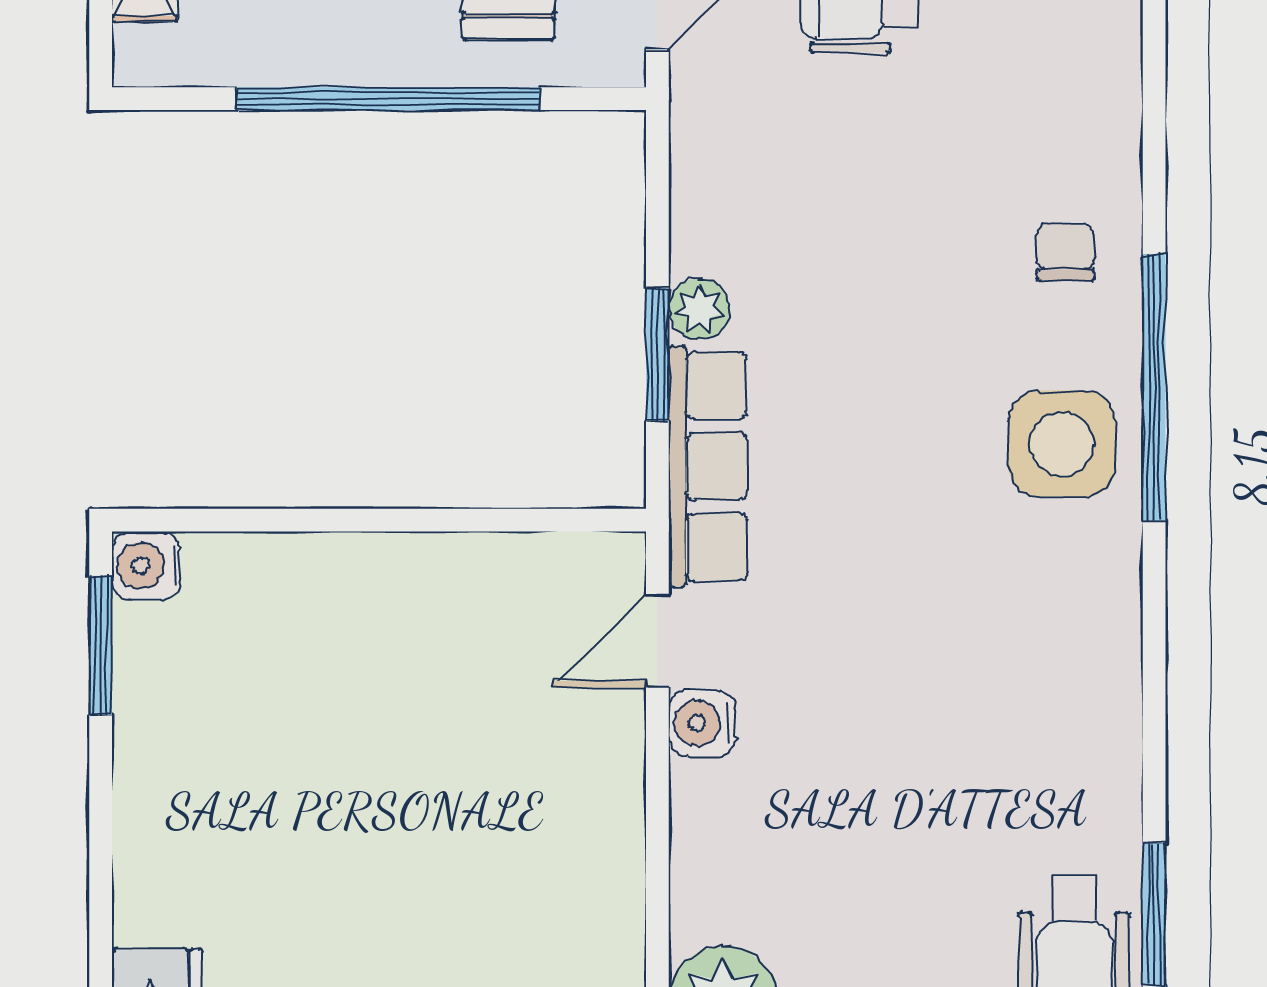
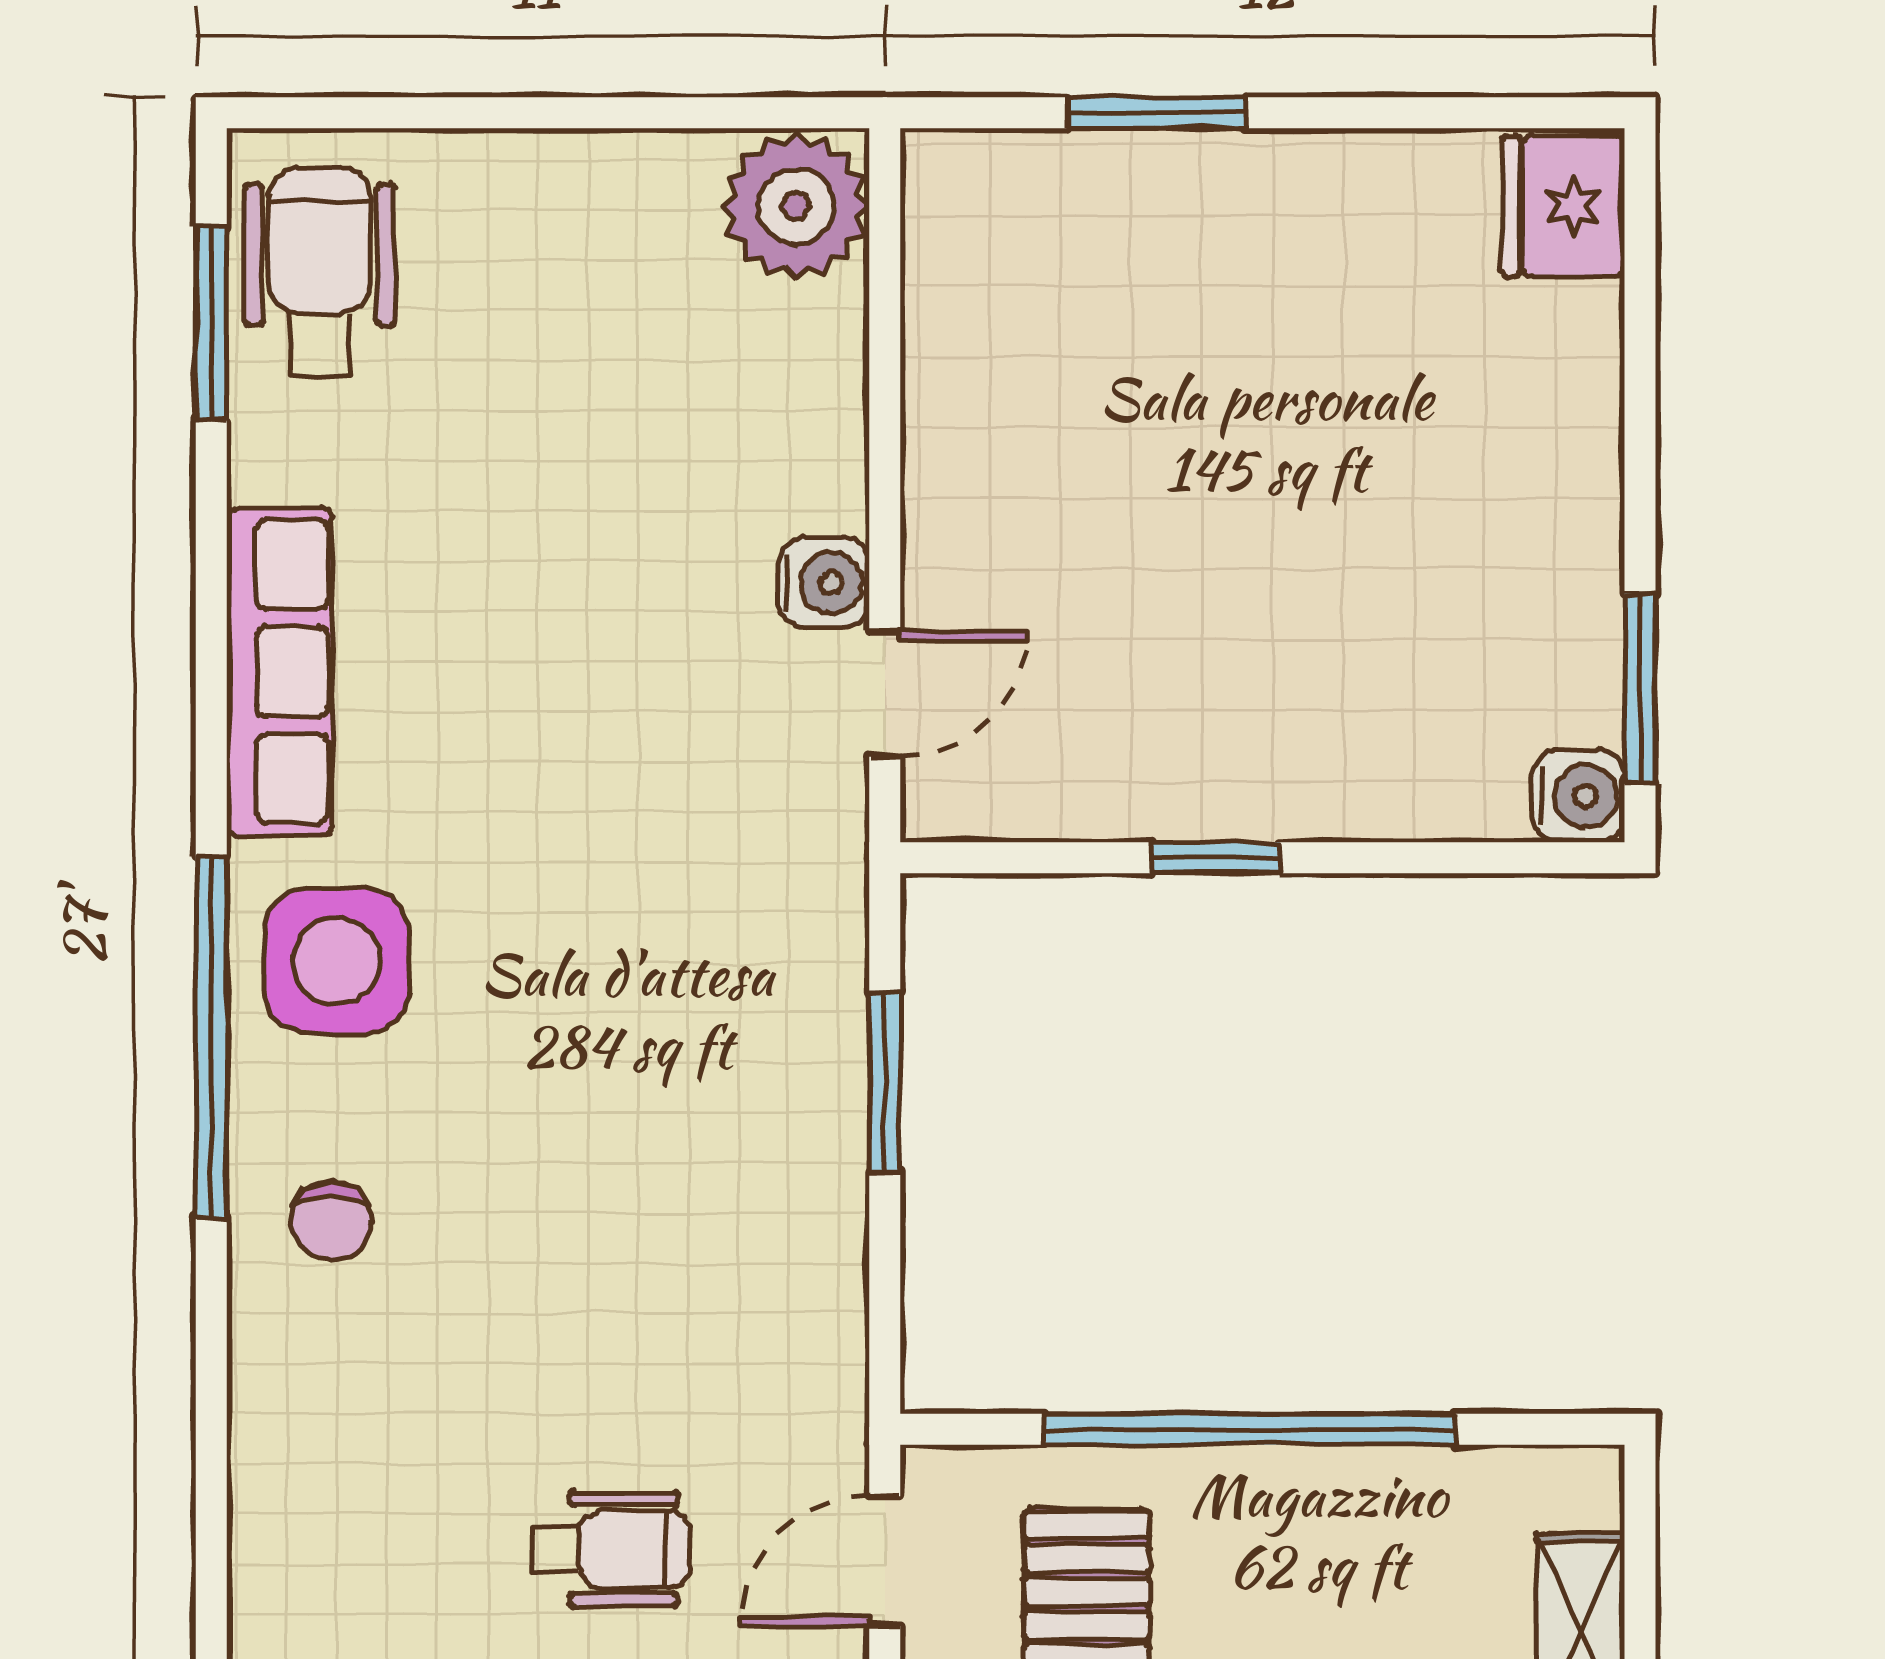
plant: (699, 309) -> (828, 1144), removed
row of seats: (708, 466) -> (280, 672), moved, turned 180
window: (413, 520) -> (1216, 858), added

